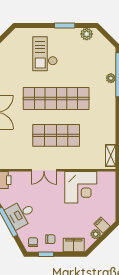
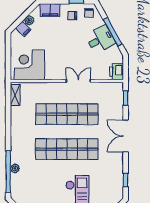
shop shelf: (56, 135) -> (67, 114), width x1.40
corner desk: (81, 187) -> (29, 65), moved

